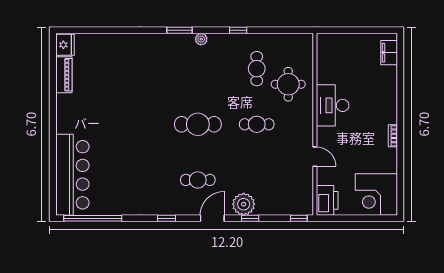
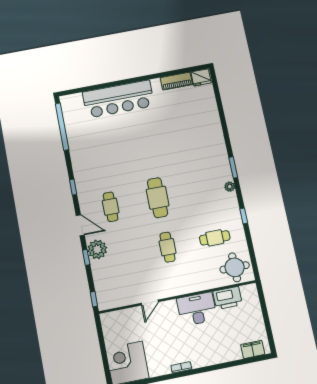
round table: (288, 84) -> (235, 267), moved
bar counter: (72, 175) -> (118, 99), moved
printer: (327, 200) -> (228, 298), moved

